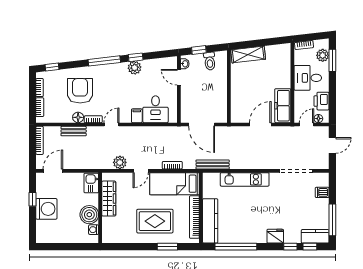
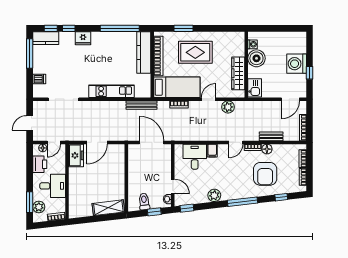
window: (136, 57) -> (187, 208), moved
window: (52, 67) -> (281, 197), moved
freezer: (283, 106) -> (76, 155), width x0.71

